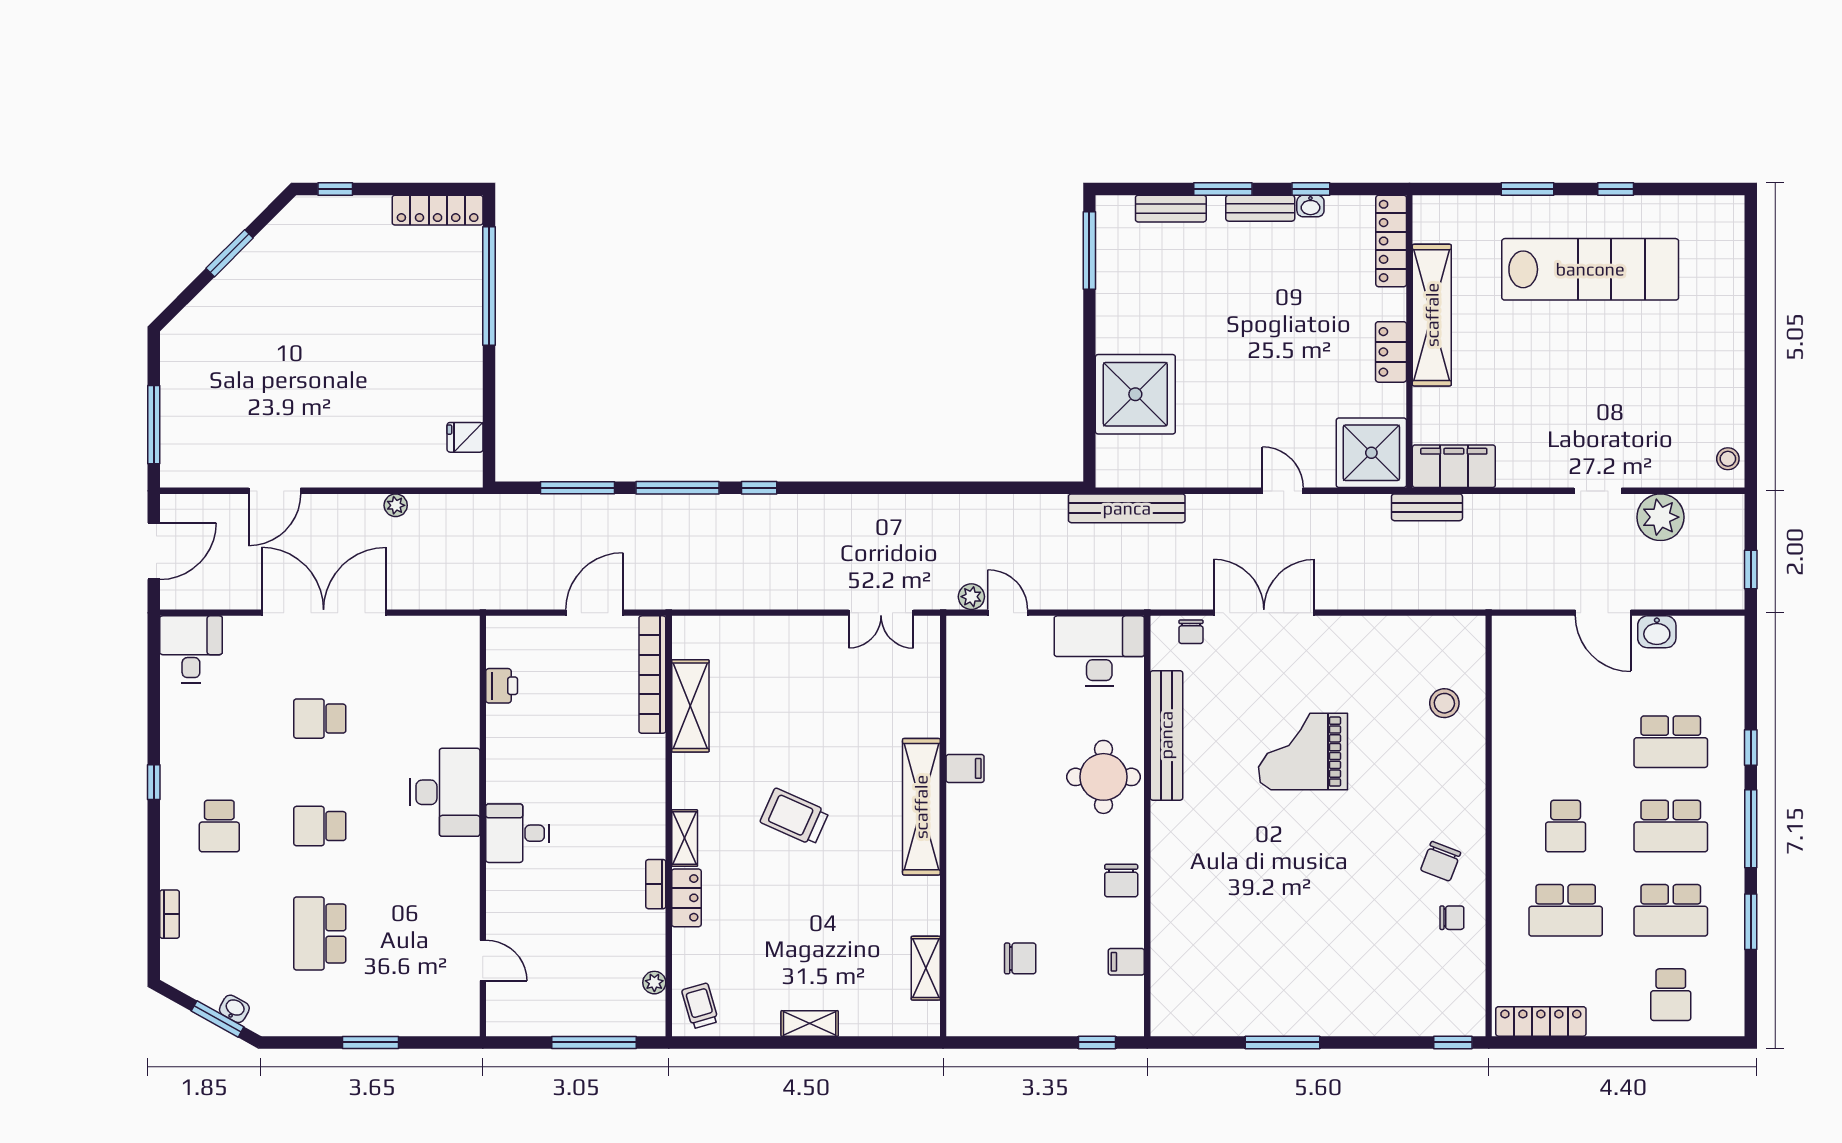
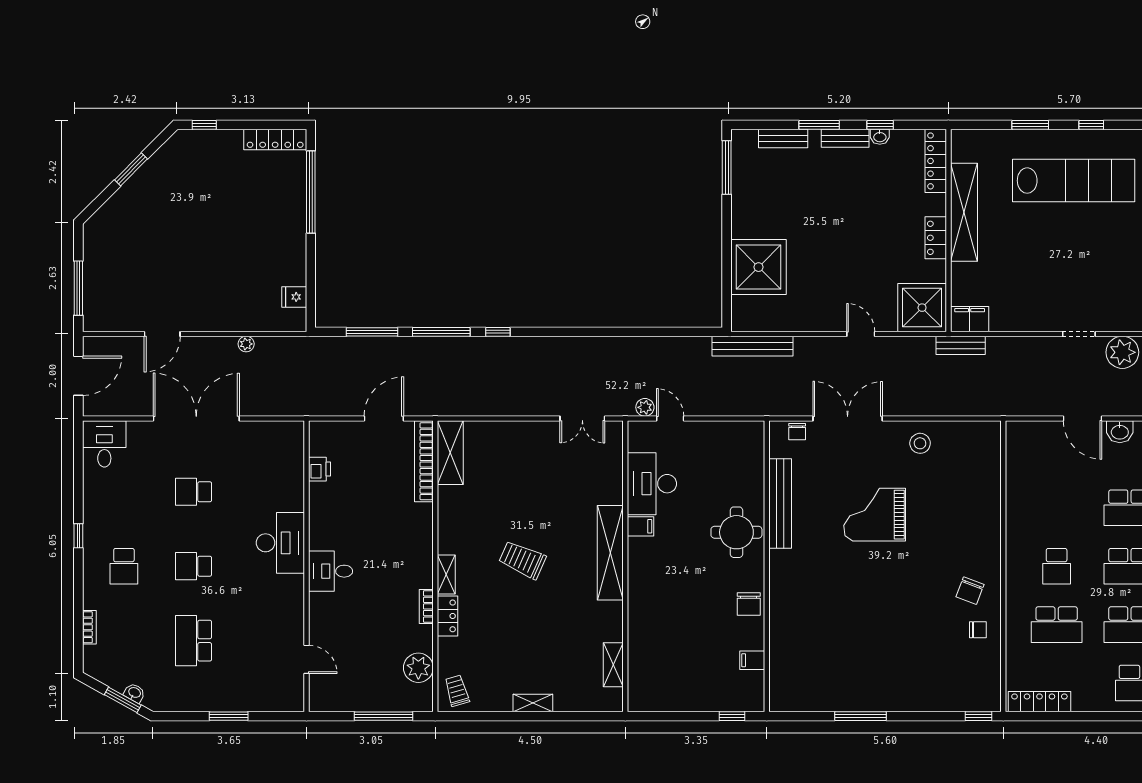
filing cabinet: (1454, 466) -> (970, 319), width x0.67, depth x0.86
desk: (1099, 651) -> (652, 484), moved, turned -90
stool: (1444, 703) -> (920, 443), moved
shelving: (690, 706) -> (450, 453), moved
chair: (1020, 958) -> (679, 658), removed
plant: (654, 983) -> (418, 668), width x1.87, depth x1.87

